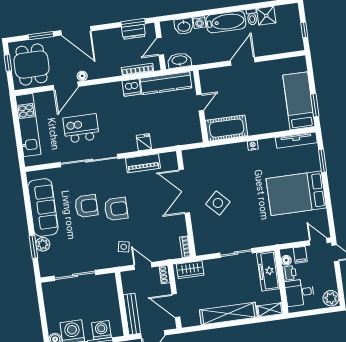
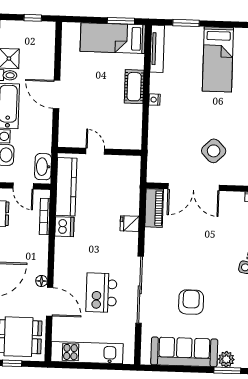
cot: (227, 128) -> (134, 87), moved, width x0.73, depth x0.75
piano: (143, 163) -> (154, 208), moved
bed: (296, 193) -> (218, 59), width x0.67
armchair: (116, 209) -> (200, 269), removed

